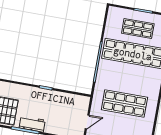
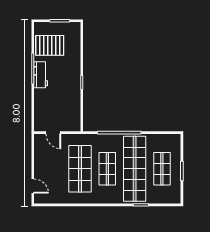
shop shelf: (129, 78) -> (107, 169), added

